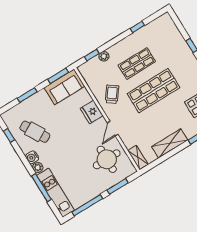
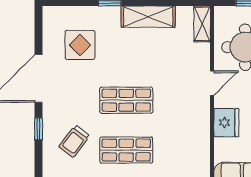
shop shelf: (154, 91) -> (126, 100), width x0.70, depth x0.74
trolley: (112, 94) -> (74, 141), moved

